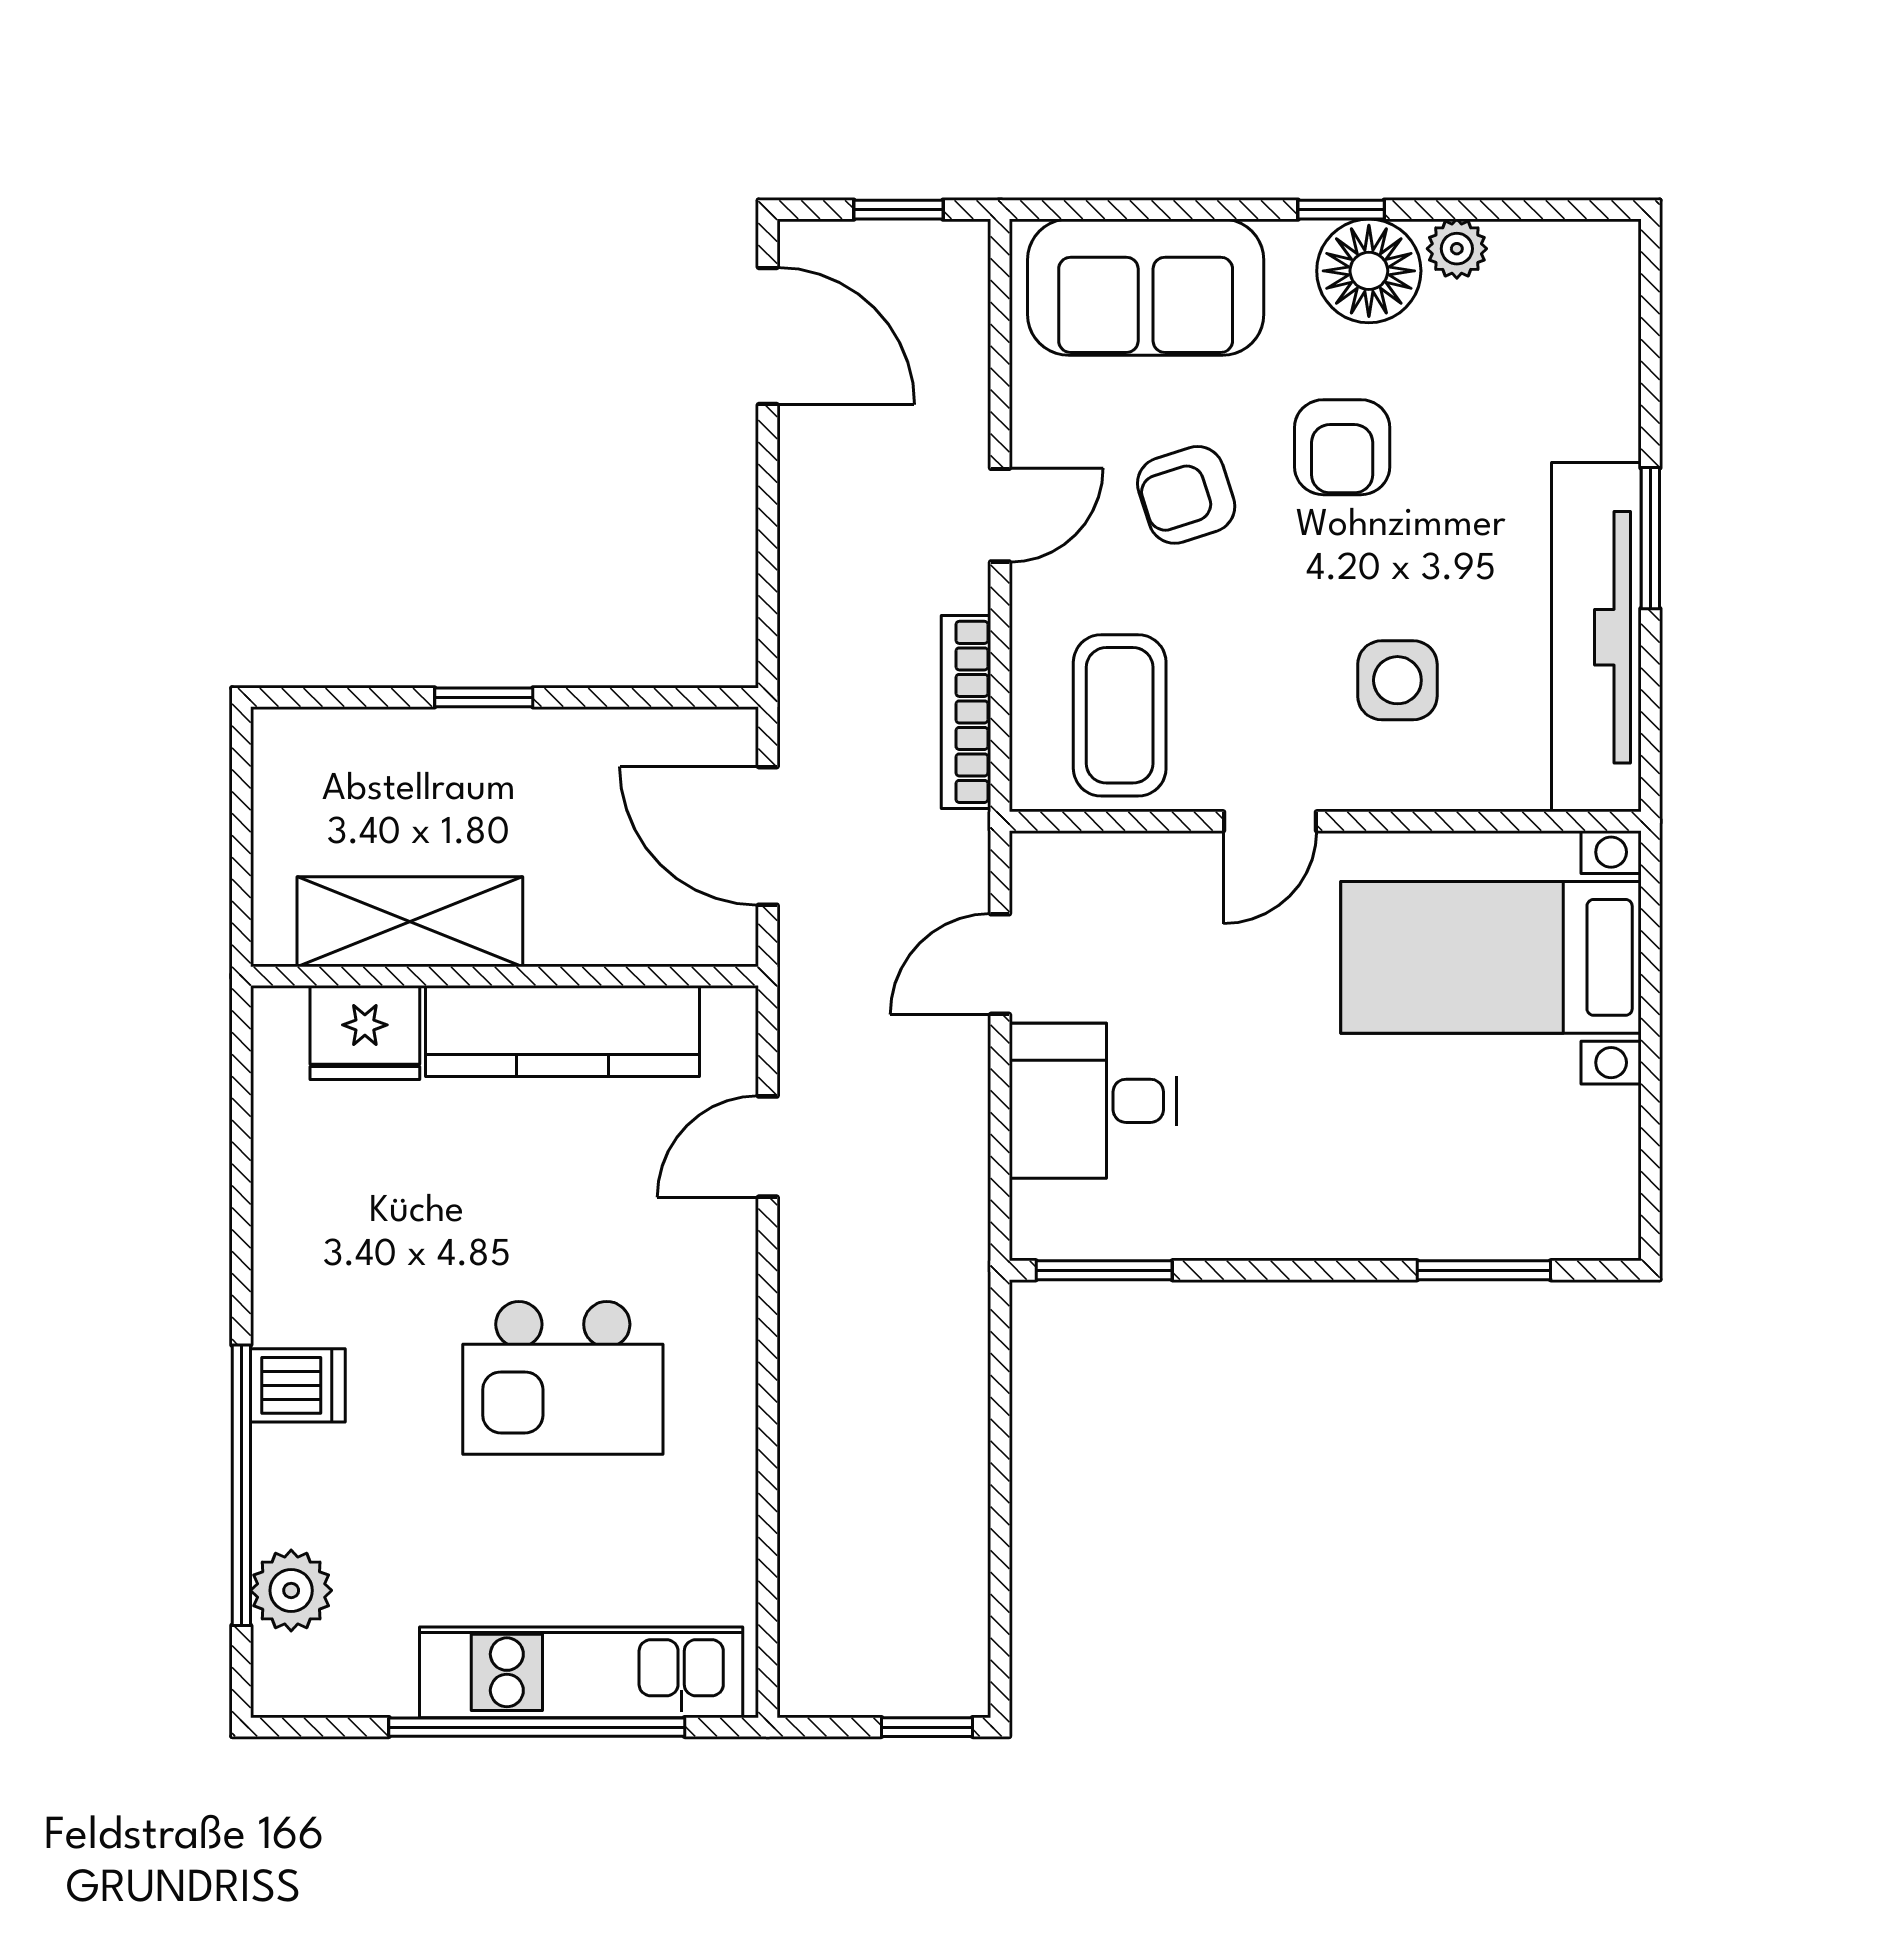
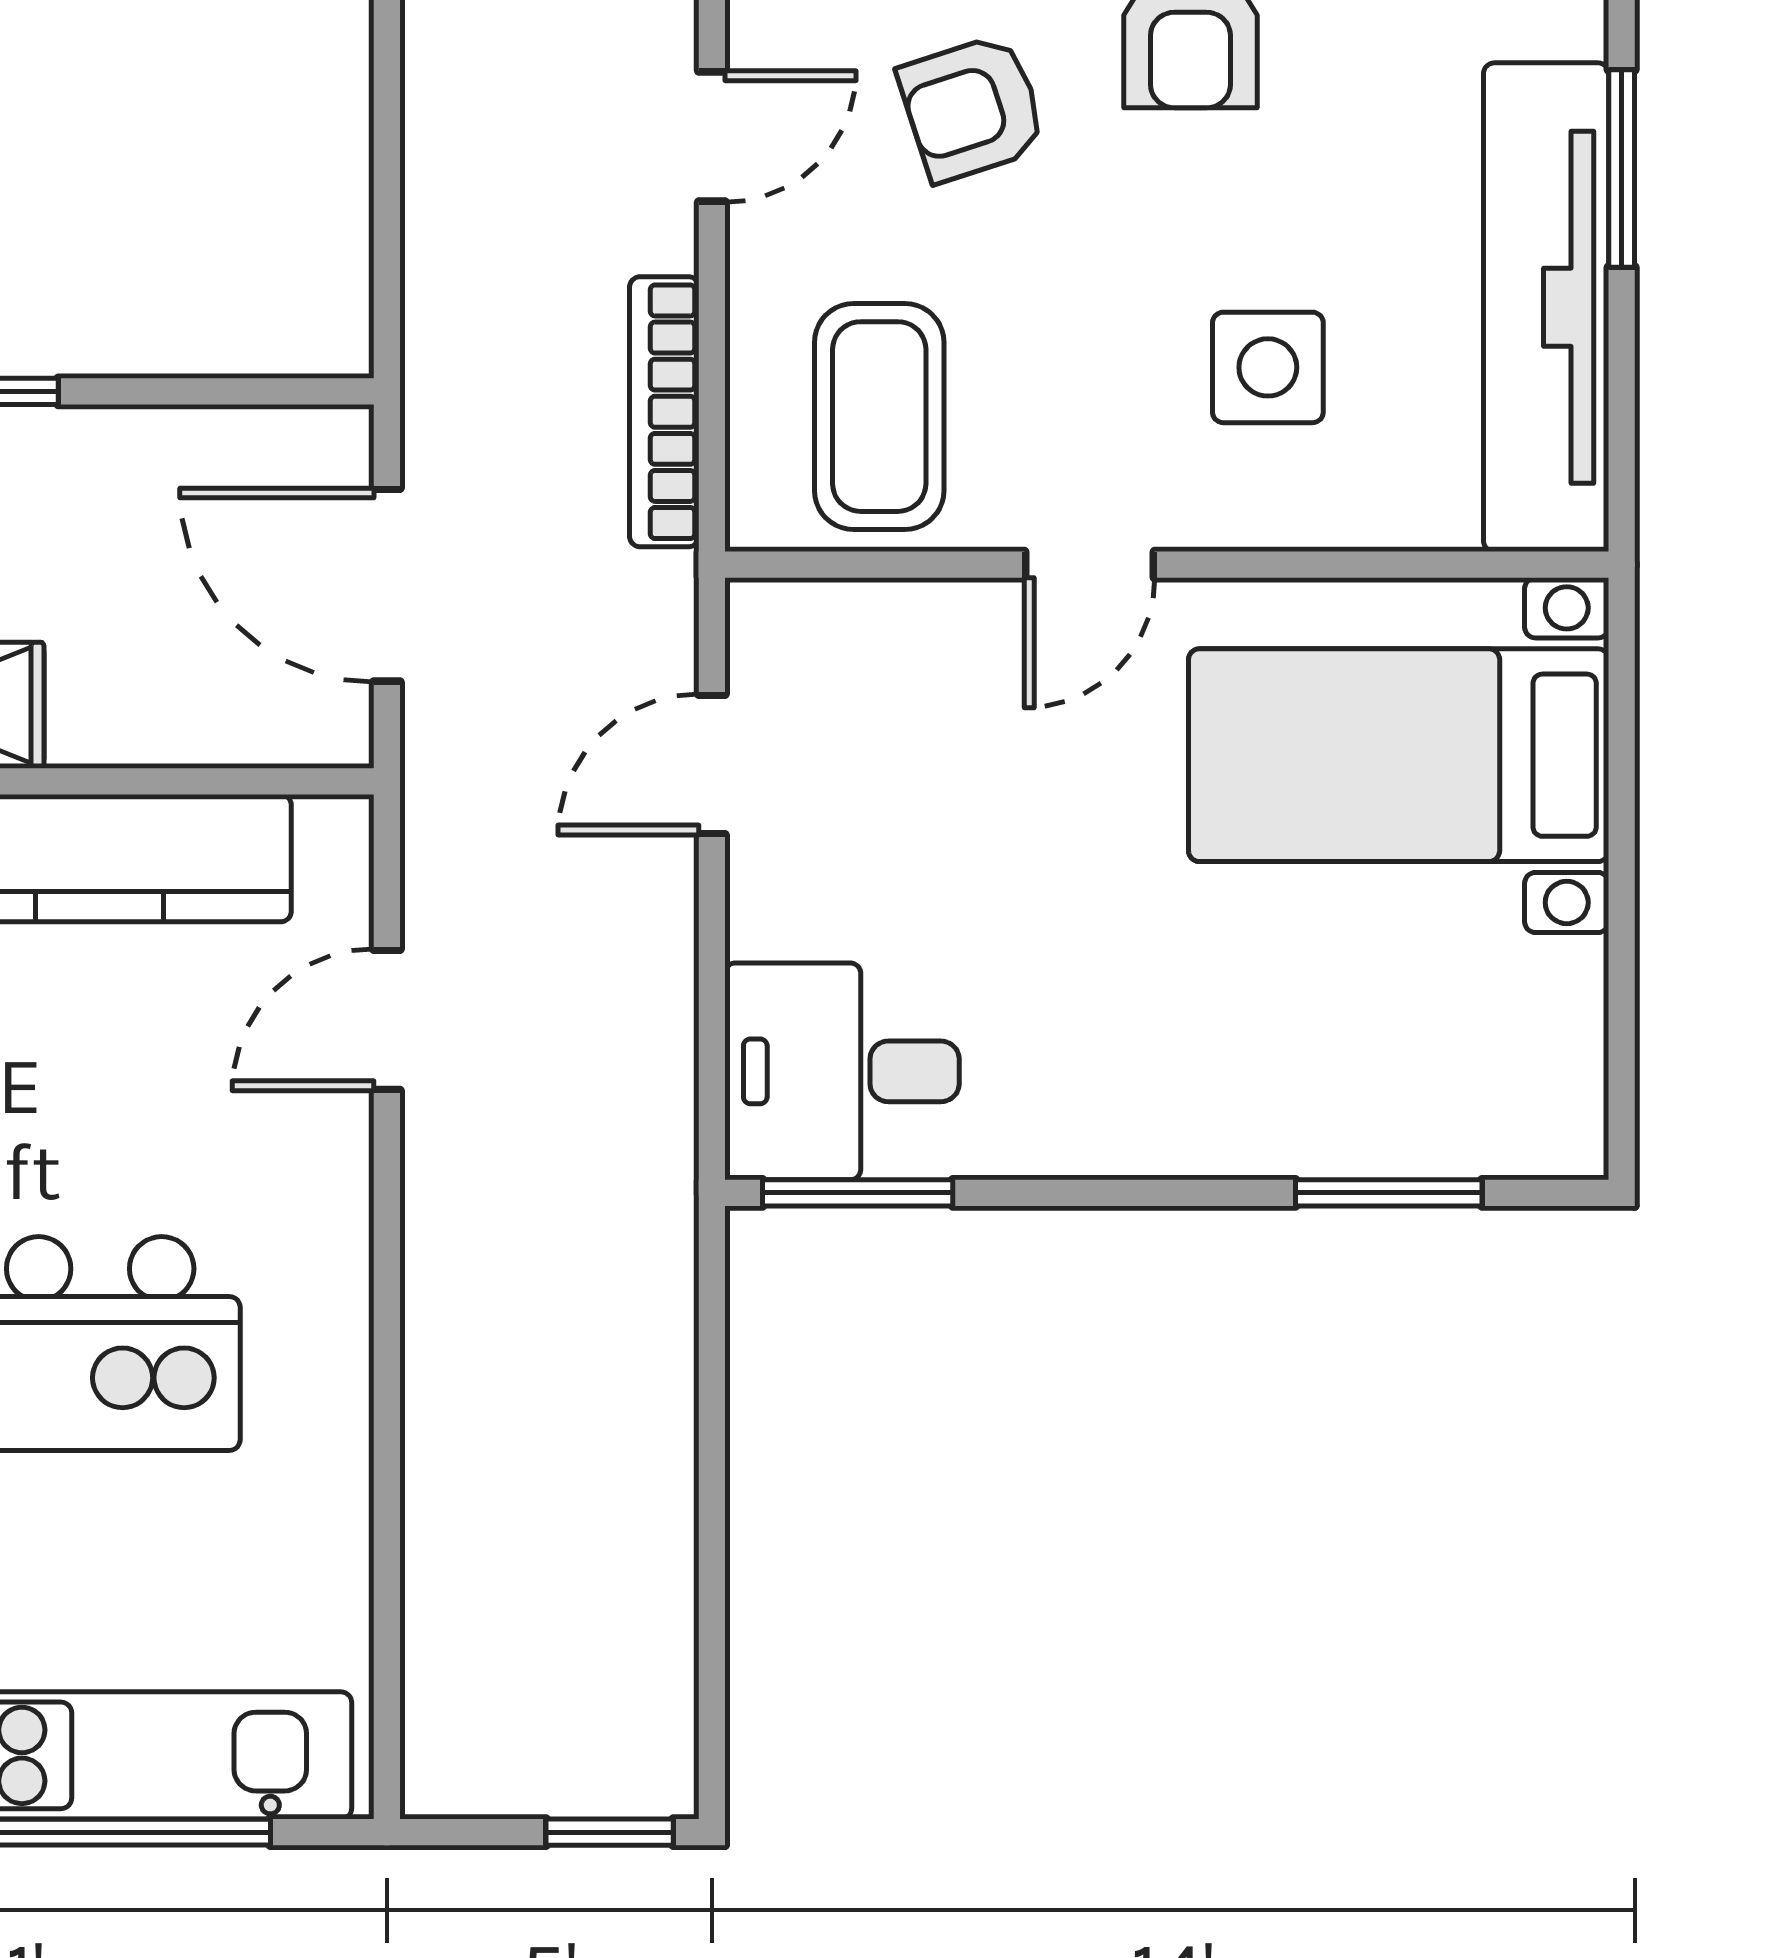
desk: (1093, 1101) -> (842, 1071), moved

